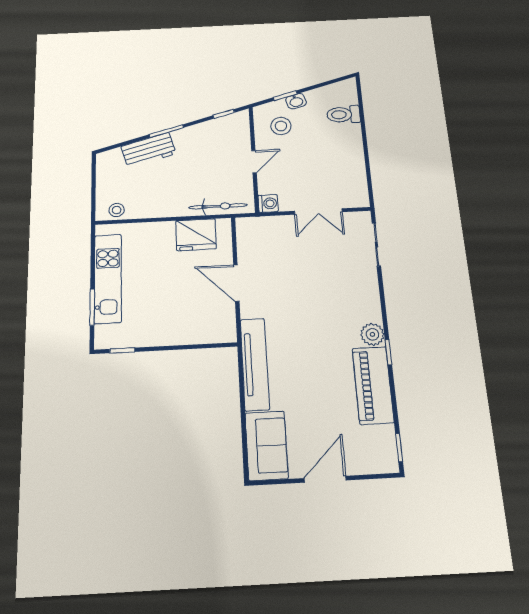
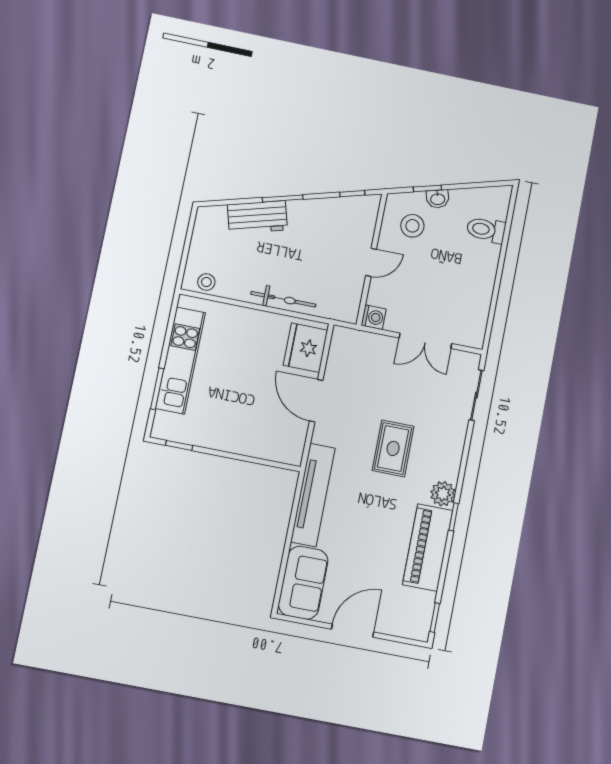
bicycle: (218, 206) -> (283, 299), moved
fridge: (196, 235) -> (305, 348), moved, turned 90
rug: (316, 306) -> (393, 448), added

